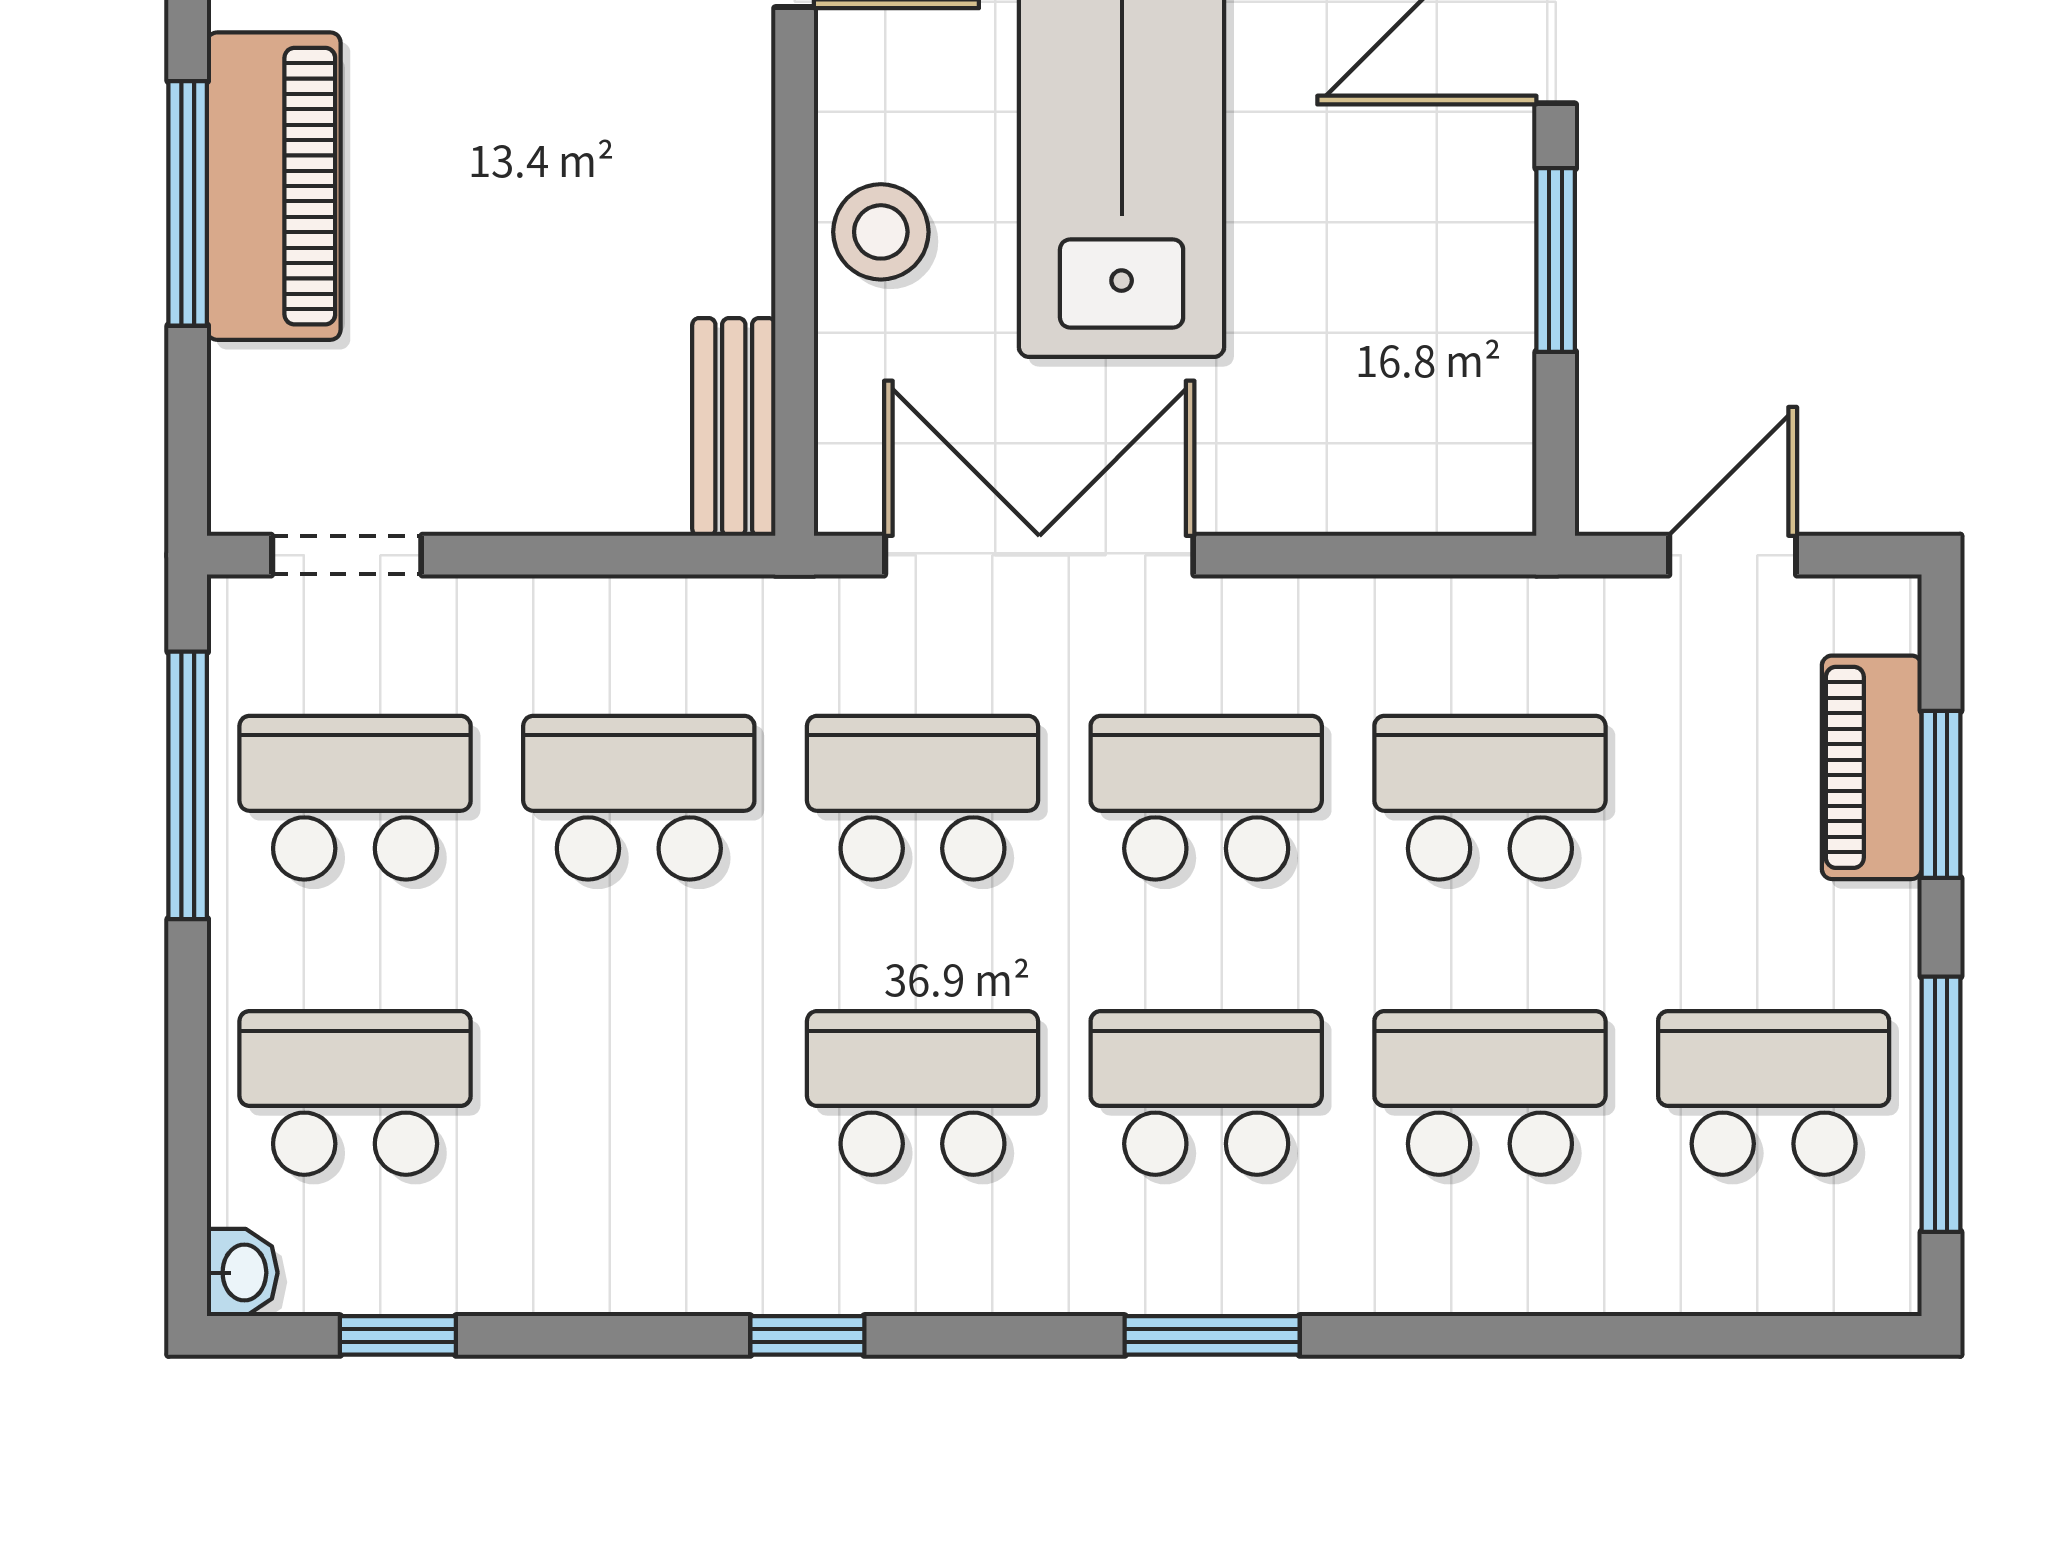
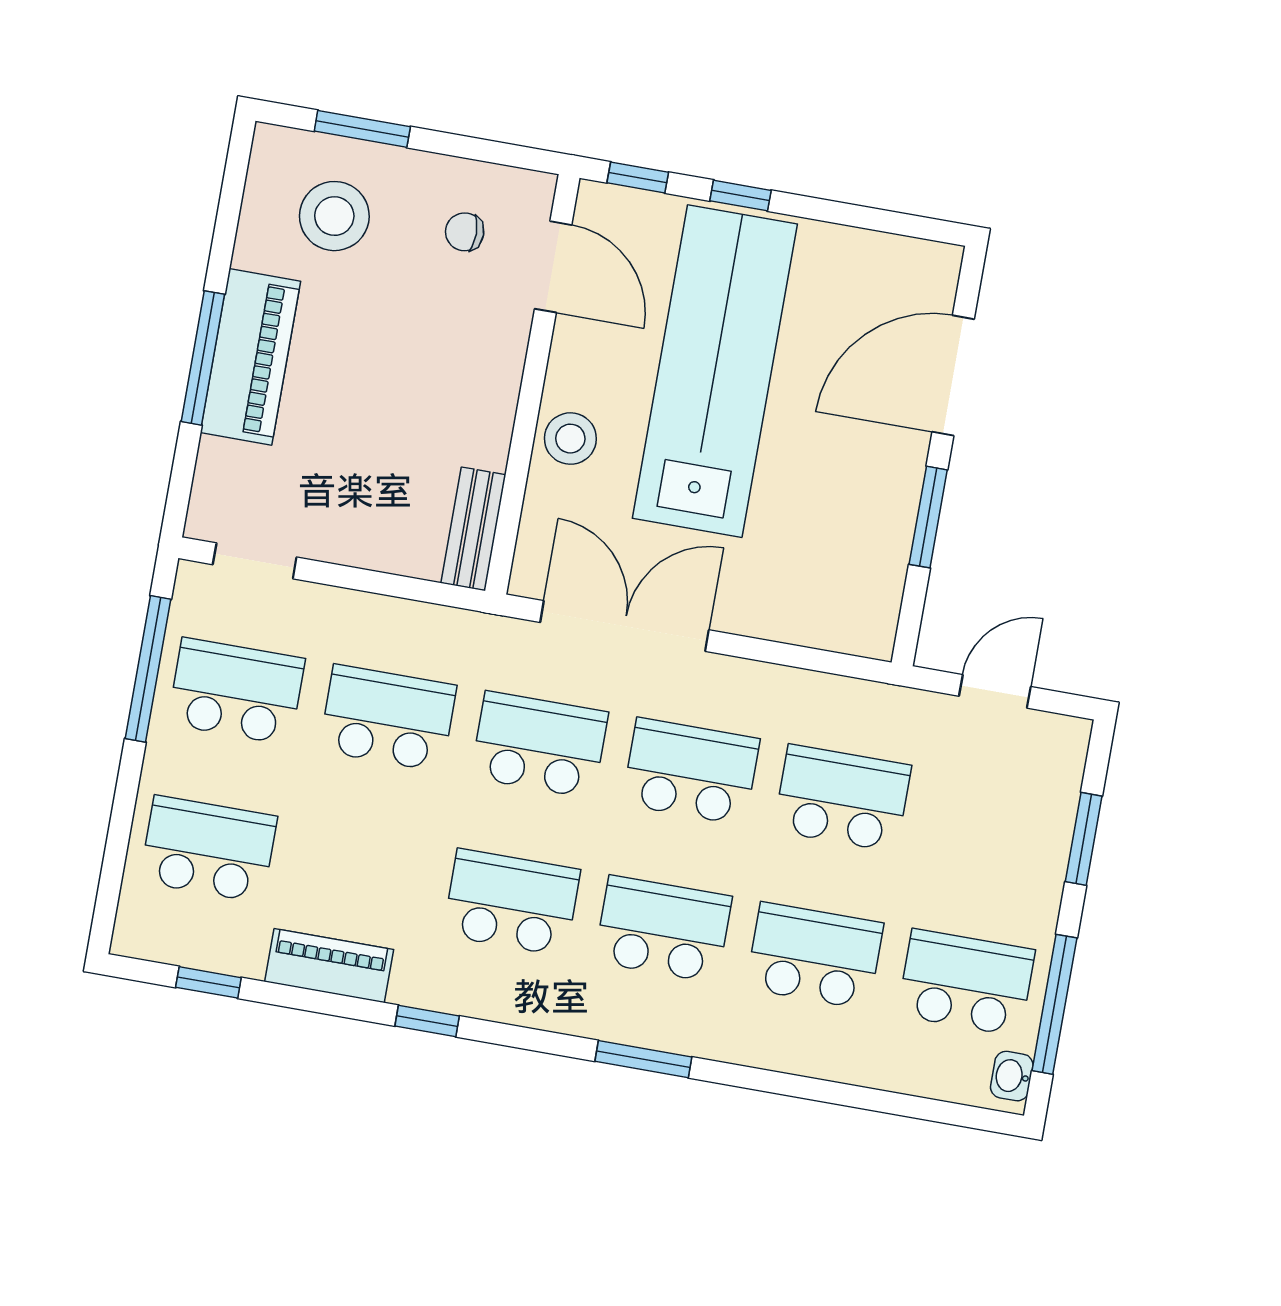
piano: (1872, 767) -> (329, 966), moved, turned 90
washbasin: (242, 1273) -> (1012, 1076), moved, turned 180

